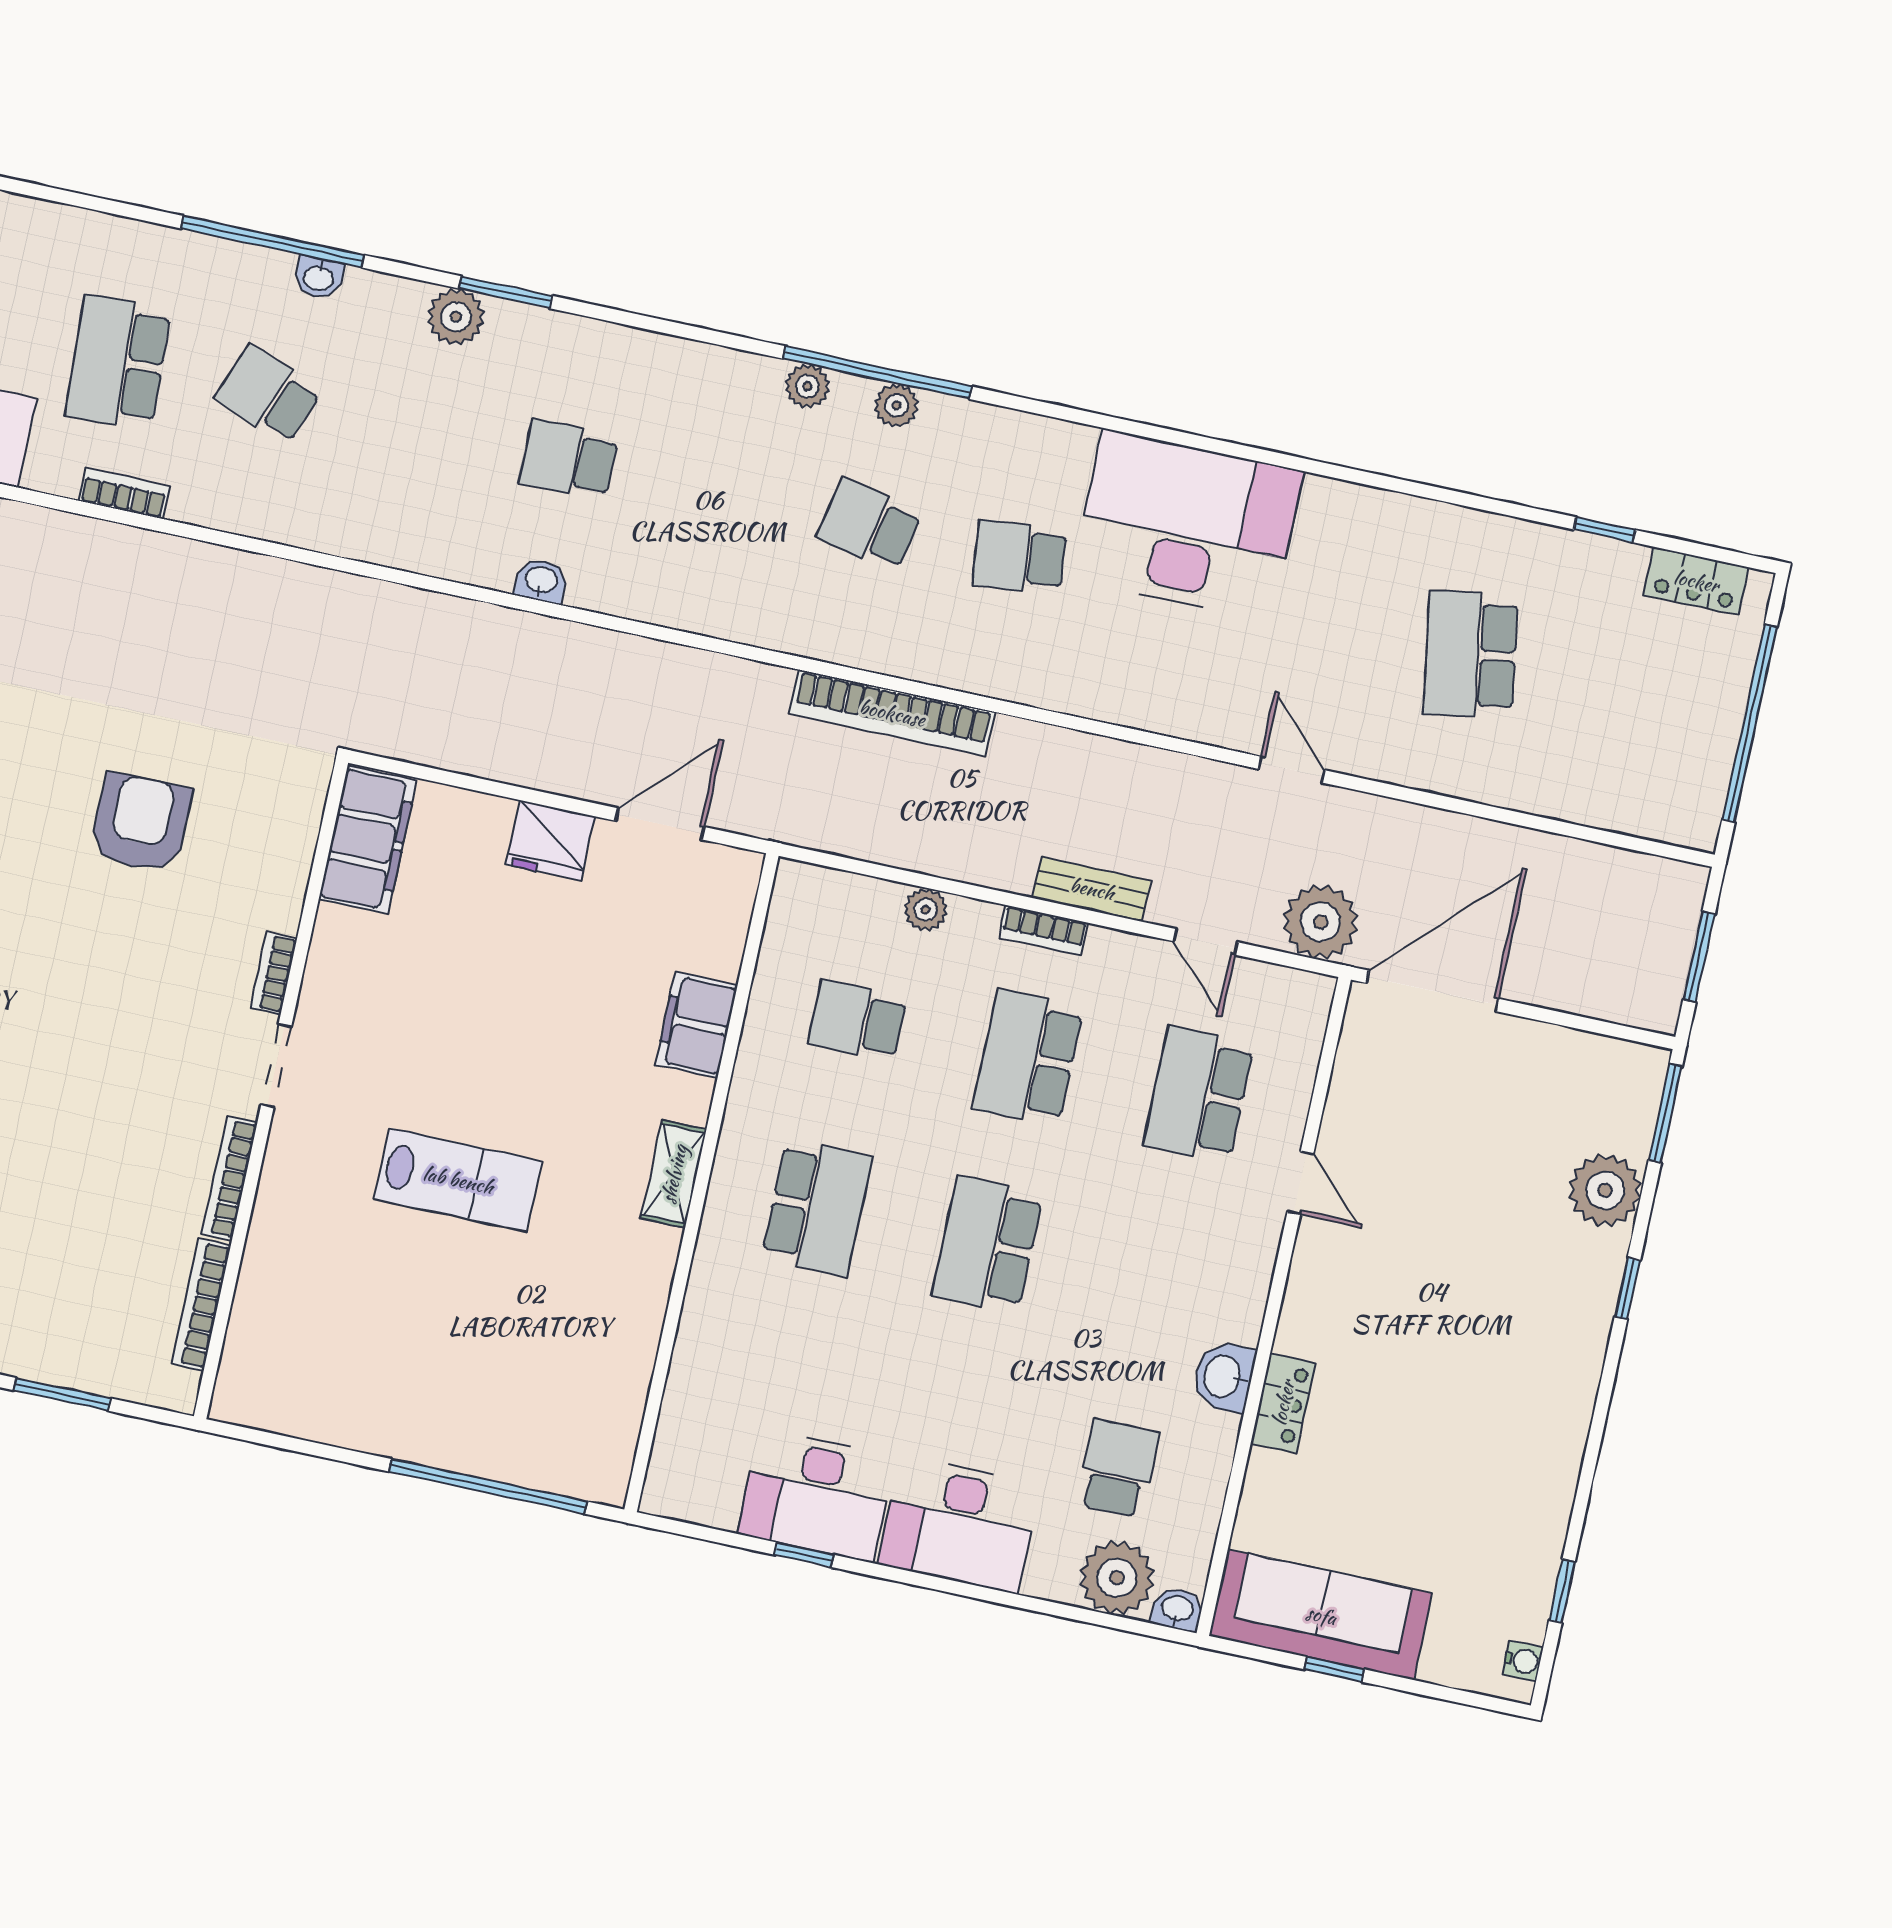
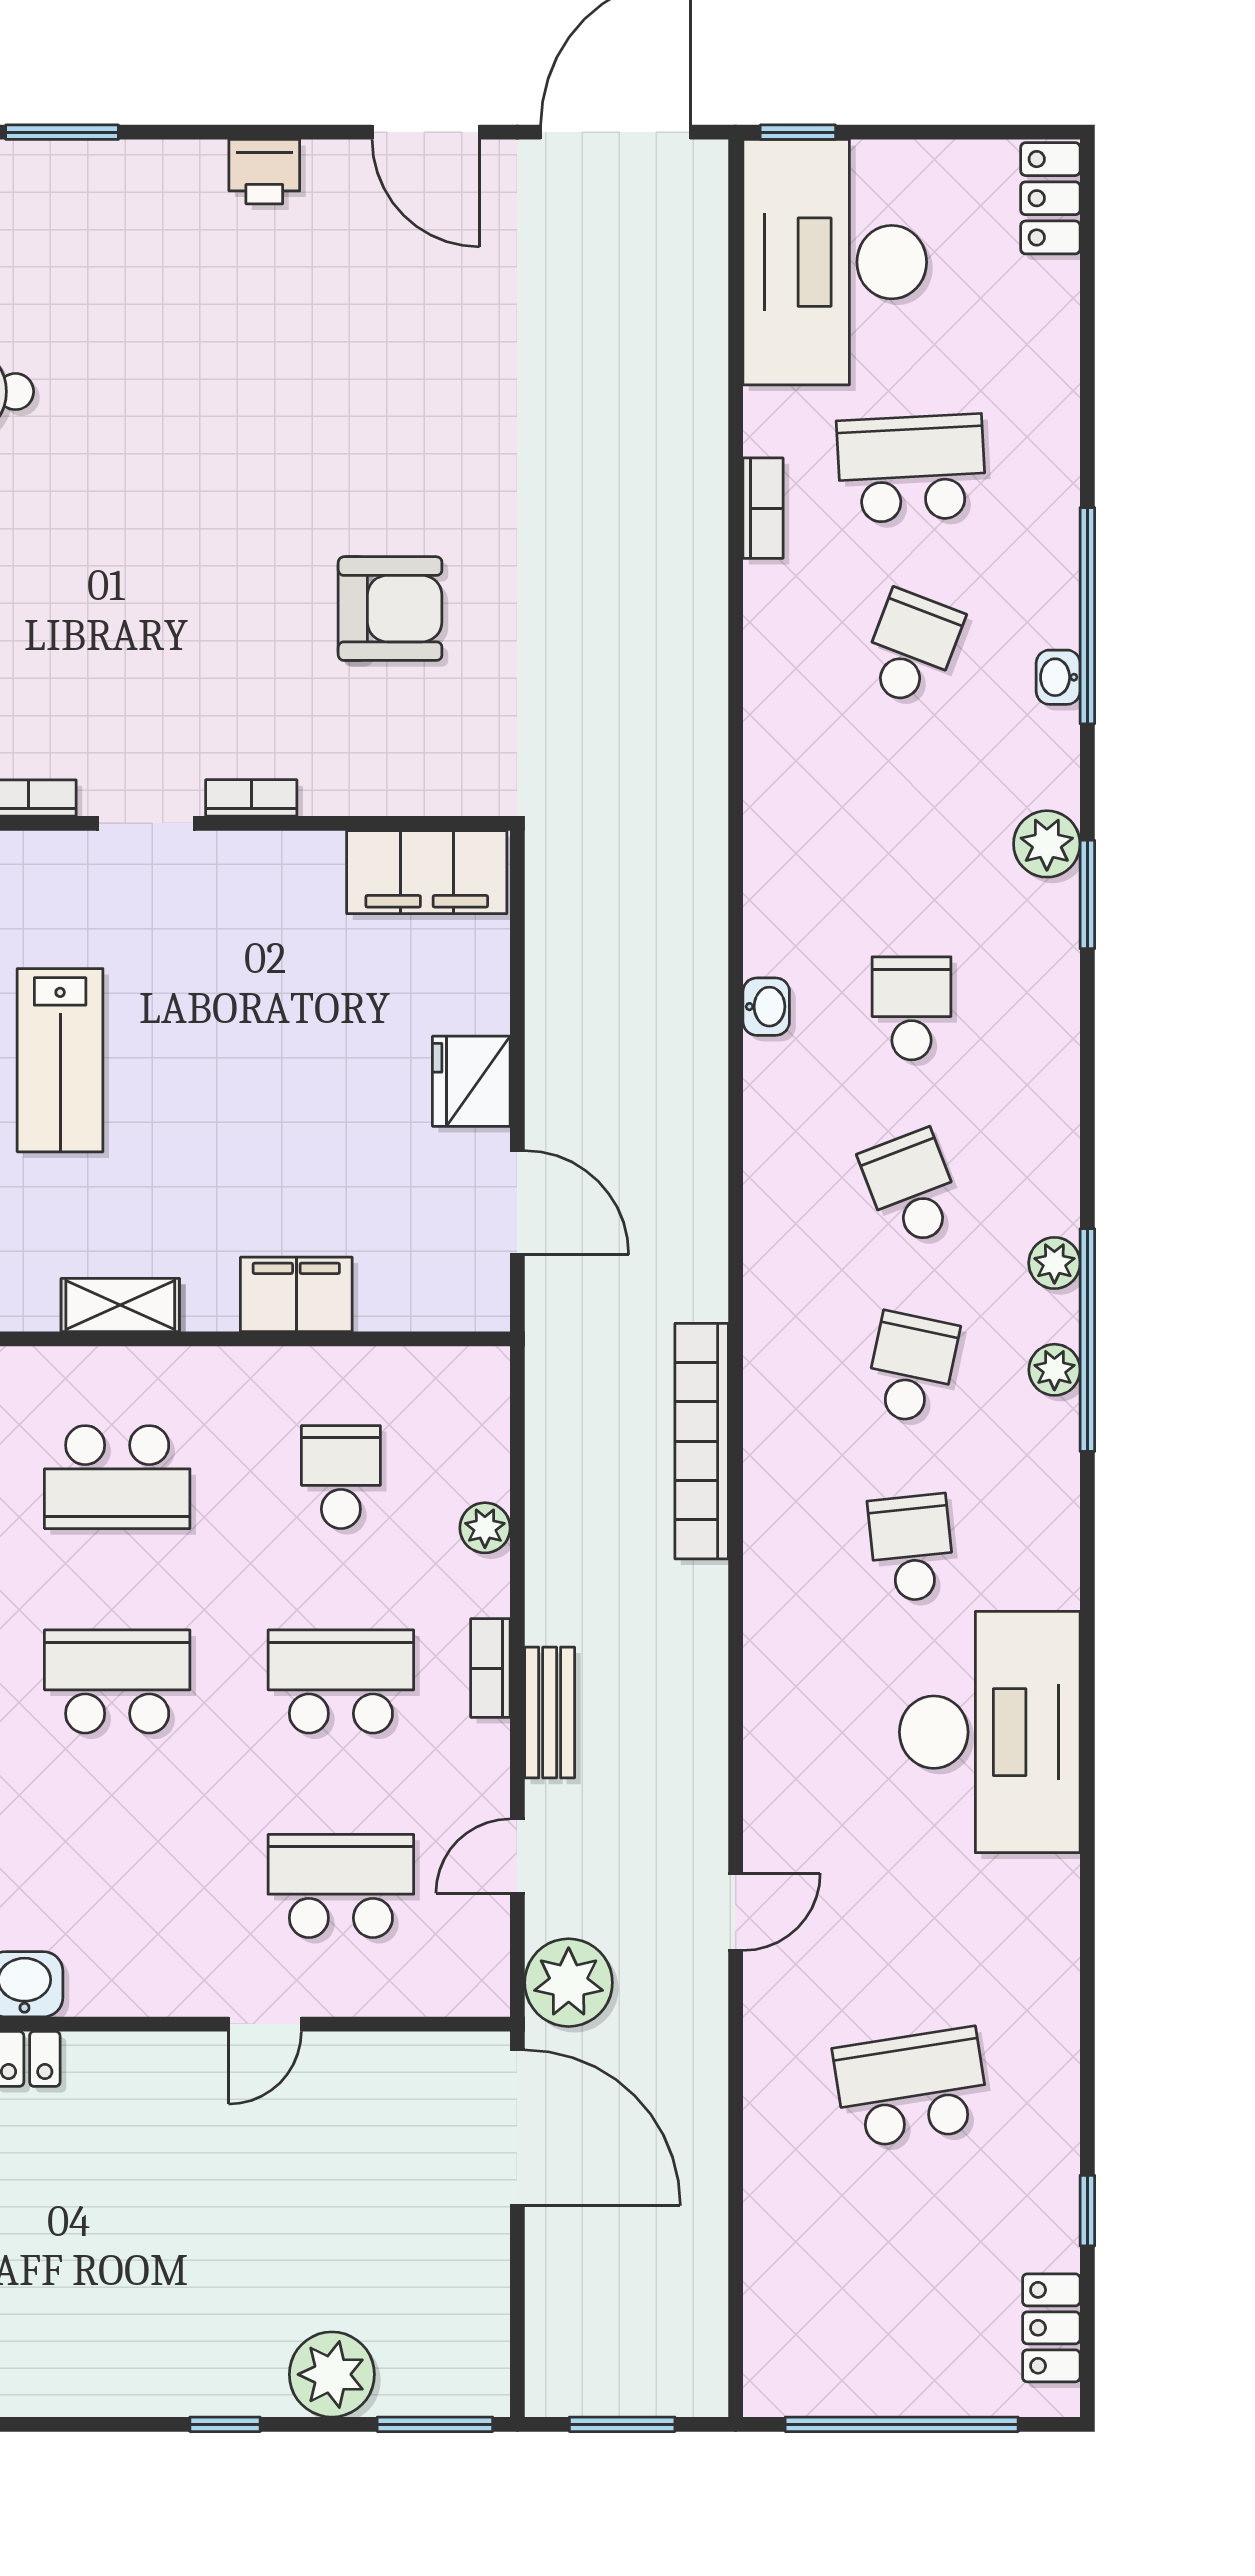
school desk: (719, 492) -> (912, 1188), added

